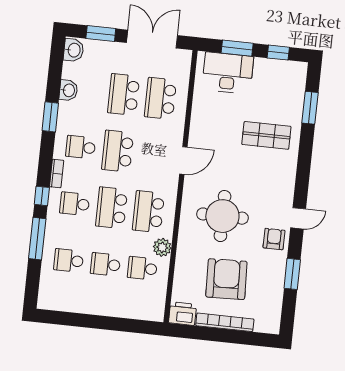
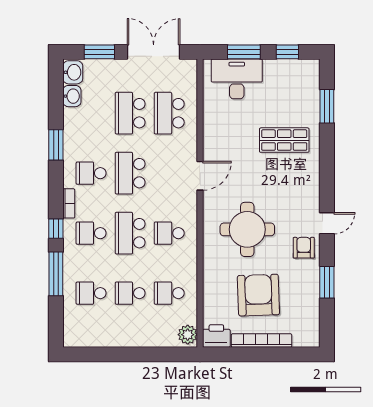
washbasin: (68, 90) -> (72, 96), moved
school desk: (148, 212) -> (169, 233), width x0.54
plant: (162, 247) -> (188, 335), moved

